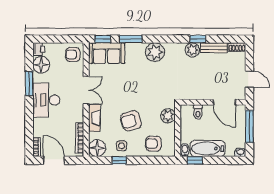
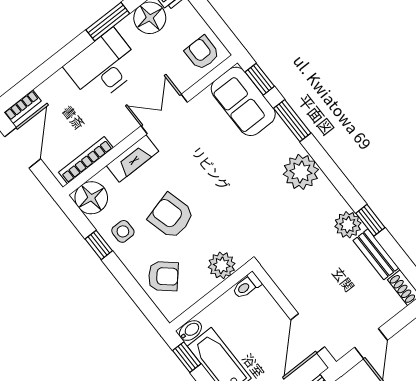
double door: (86, 90) -> (164, 114), swing flipped
toilet: (198, 112) -> (247, 286), moved
armchair: (153, 144) -> (163, 276), turned 131

